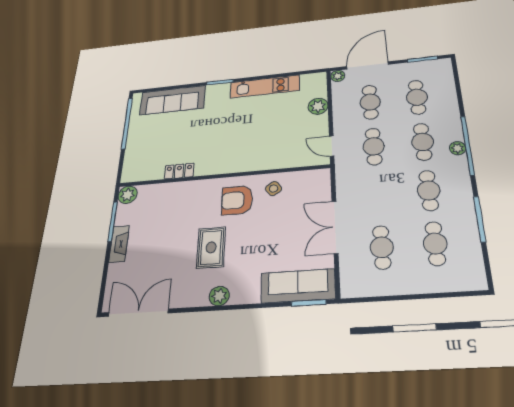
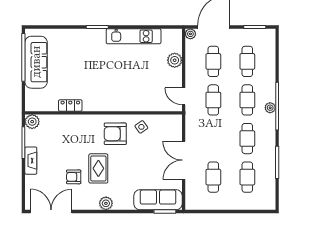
sofa: (173, 100) -> (36, 62), moved, turned -90
armchair: (175, 261) -> (74, 177), added

